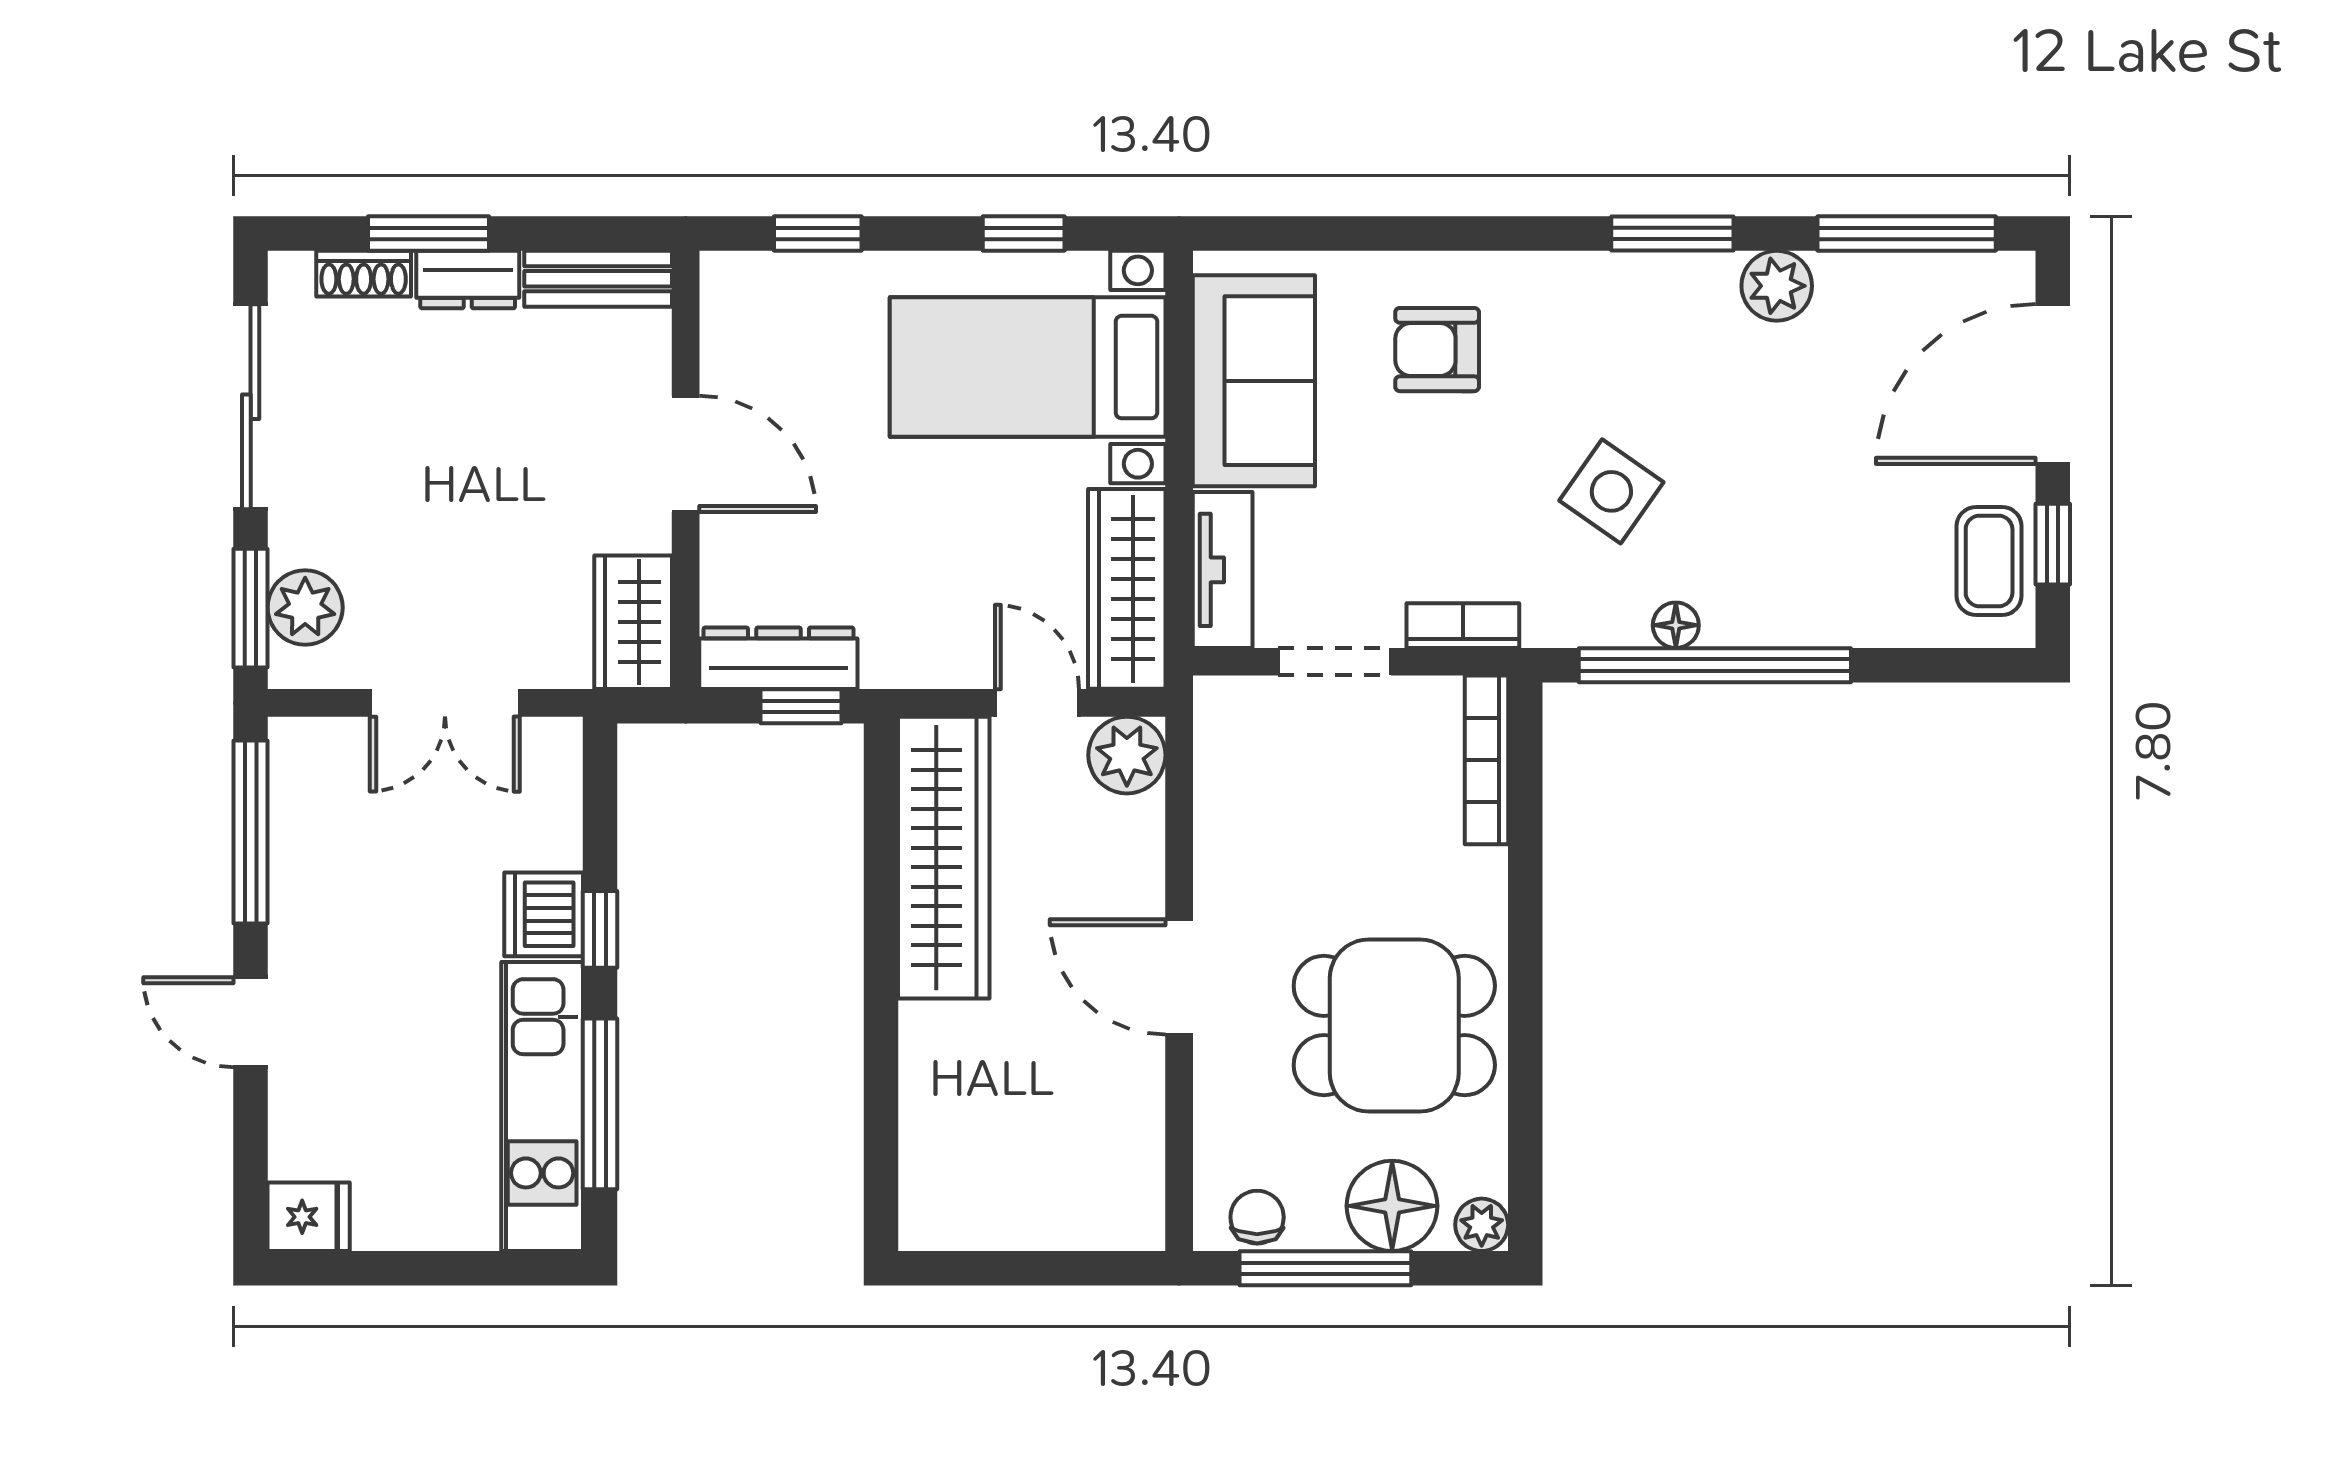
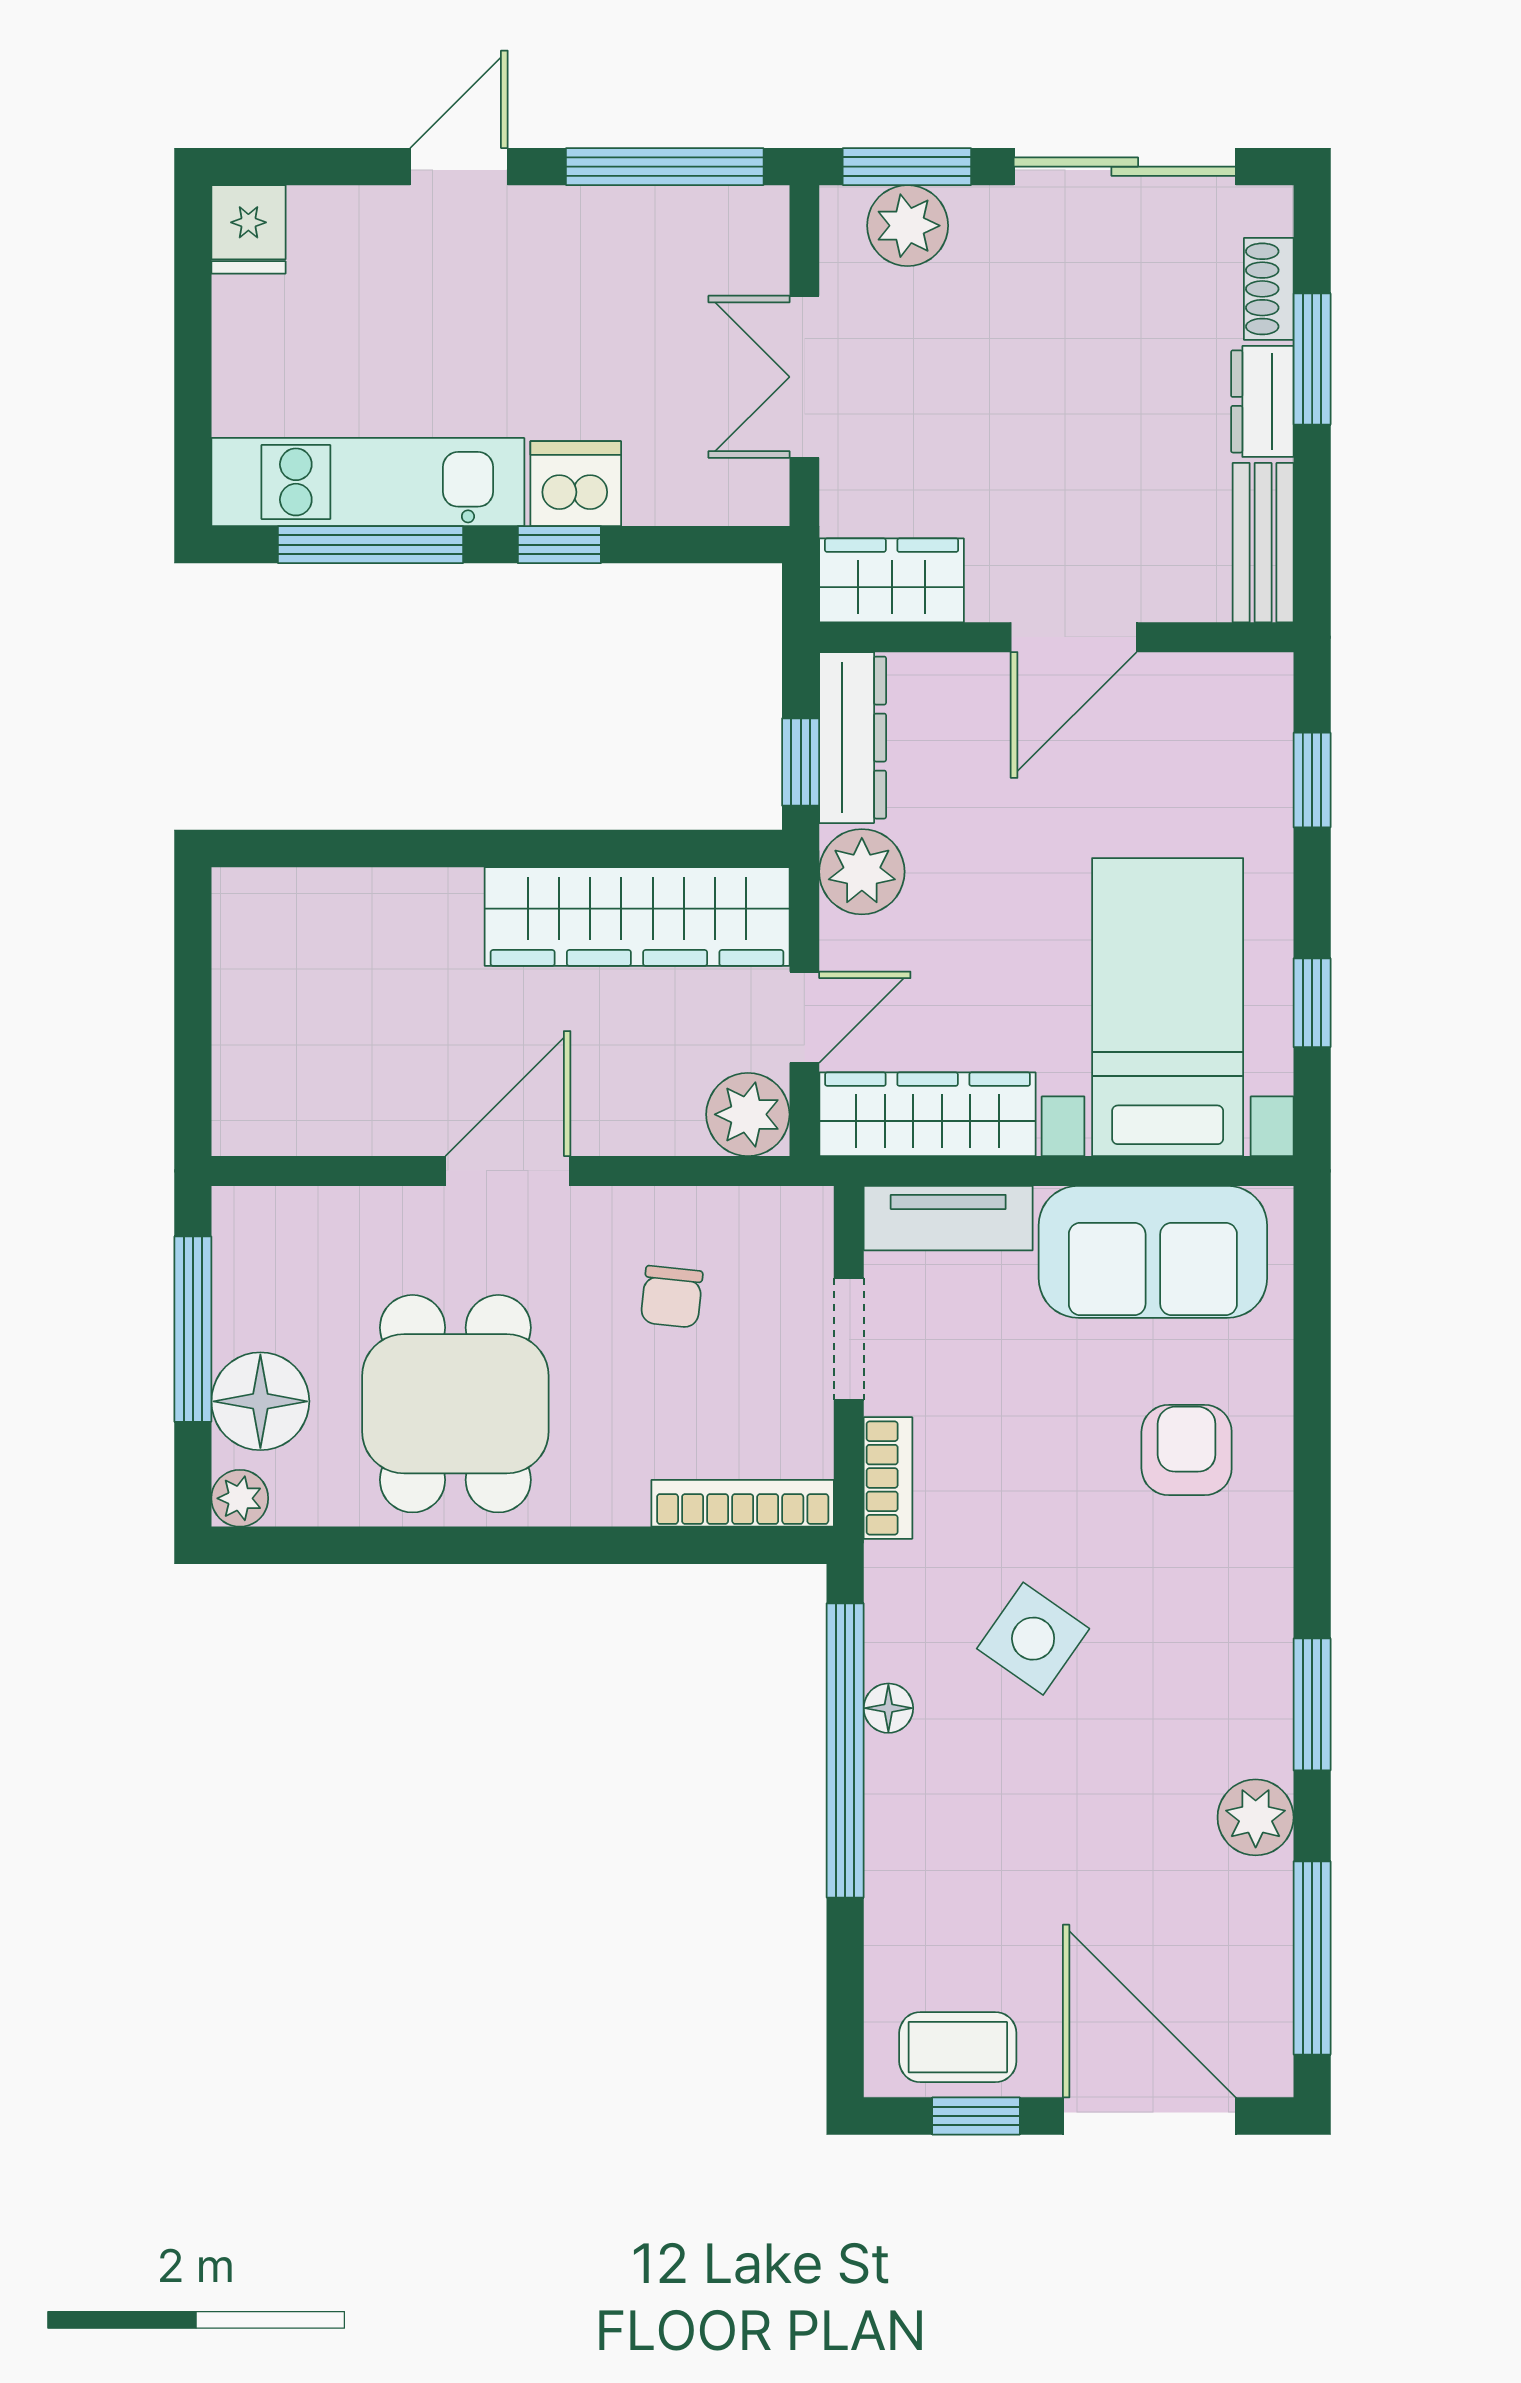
plant: (902, 650) -> (862, 872), added
chair: (1257, 1217) -> (672, 1297), moved, turned 96

